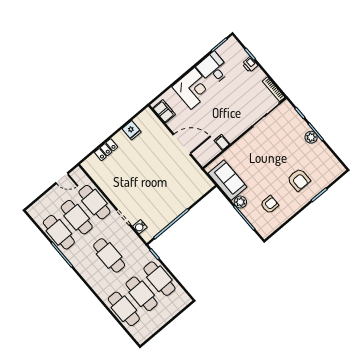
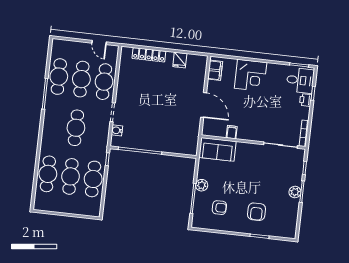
desk: (213, 69) -> (300, 80), moved, turned 90
locker: (106, 150) -> (149, 55), width x1.53
sofa: (227, 180) -> (218, 149), moved, turned 90

